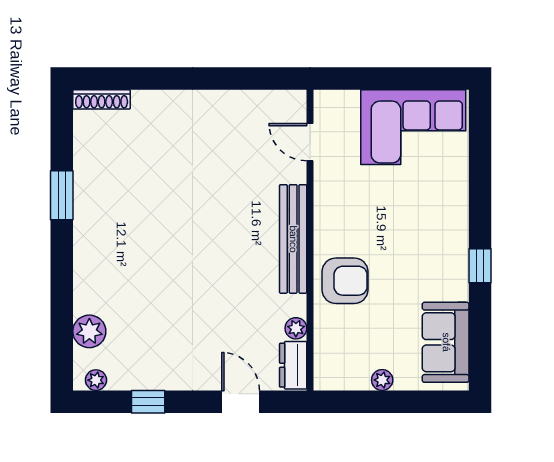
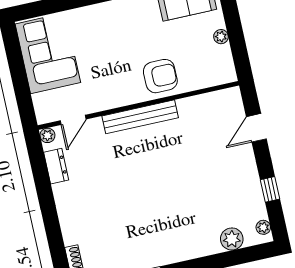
armchair: (345, 281) -> (160, 76), turned 90
plant: (296, 328) -> (47, 135), moved
dresser: (293, 365) -> (56, 166), moved, turned -90

